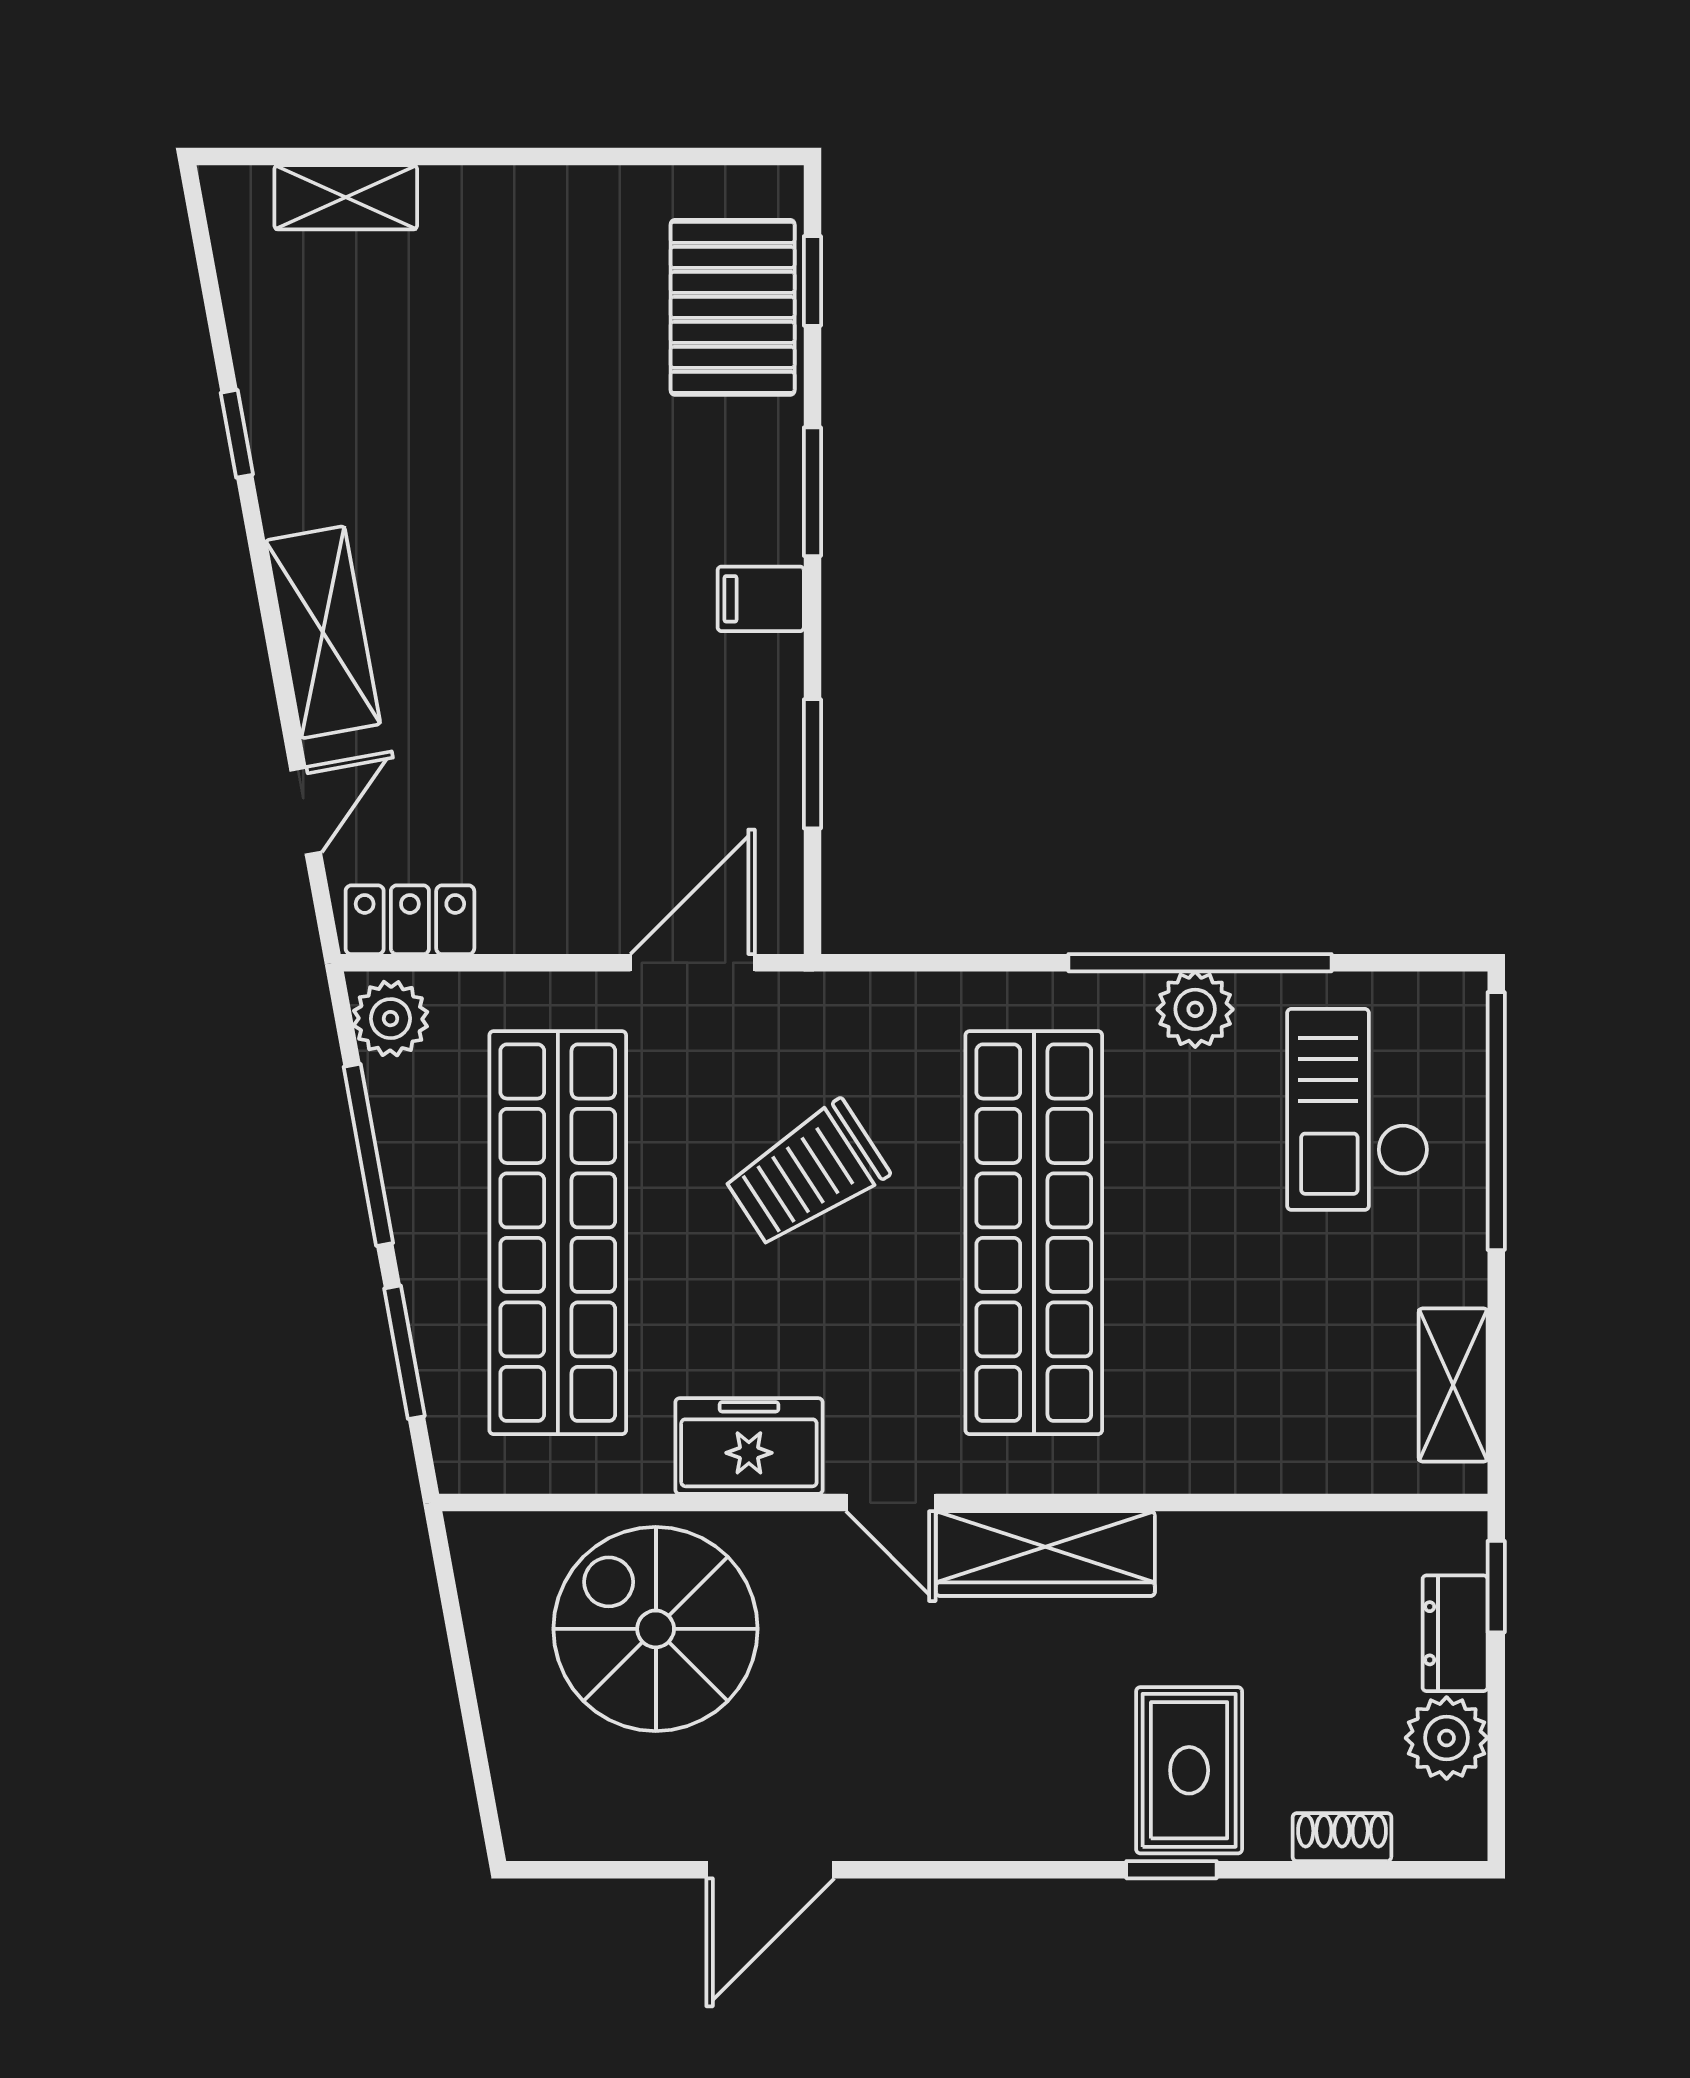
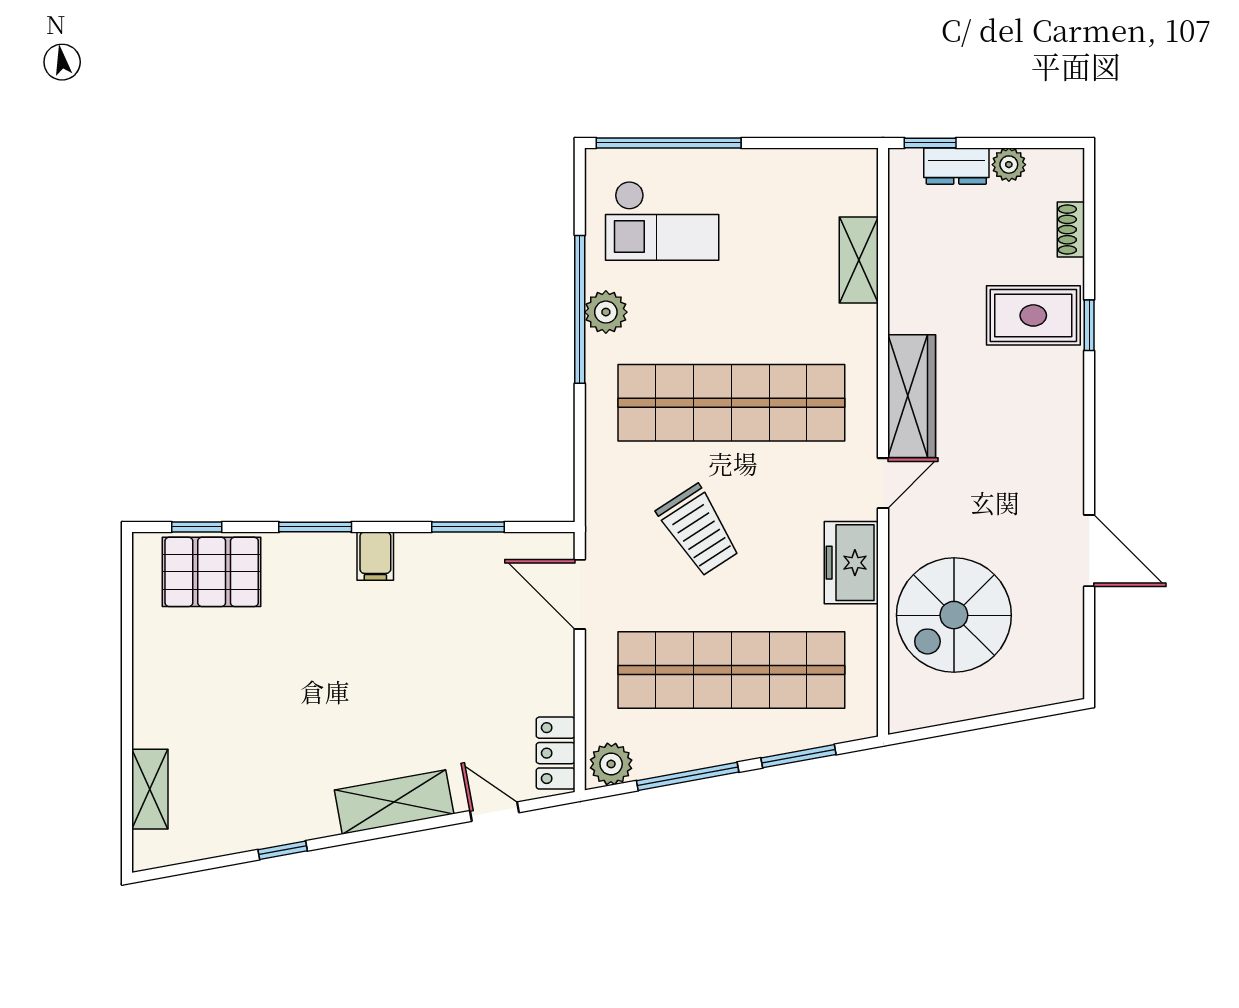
shelving: (1453, 1385) -> (859, 260), moved, turned 90
plant: (1447, 1738) -> (1009, 165), width x0.73, depth x0.73

